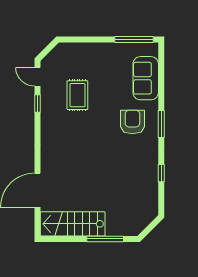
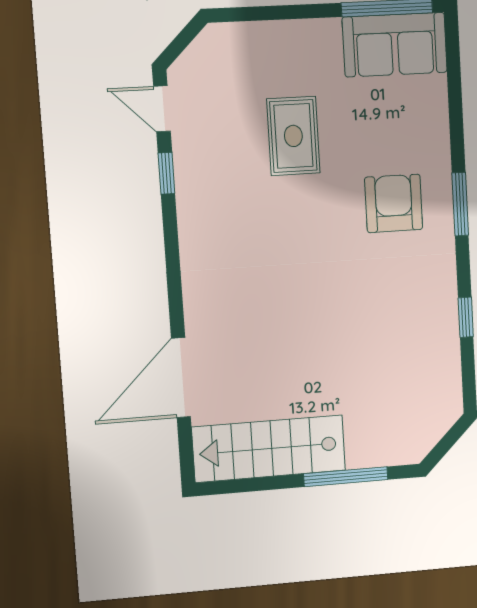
sofa: (146, 78) -> (395, 45), moved, turned -90
rug: (77, 95) -> (293, 136), moved

